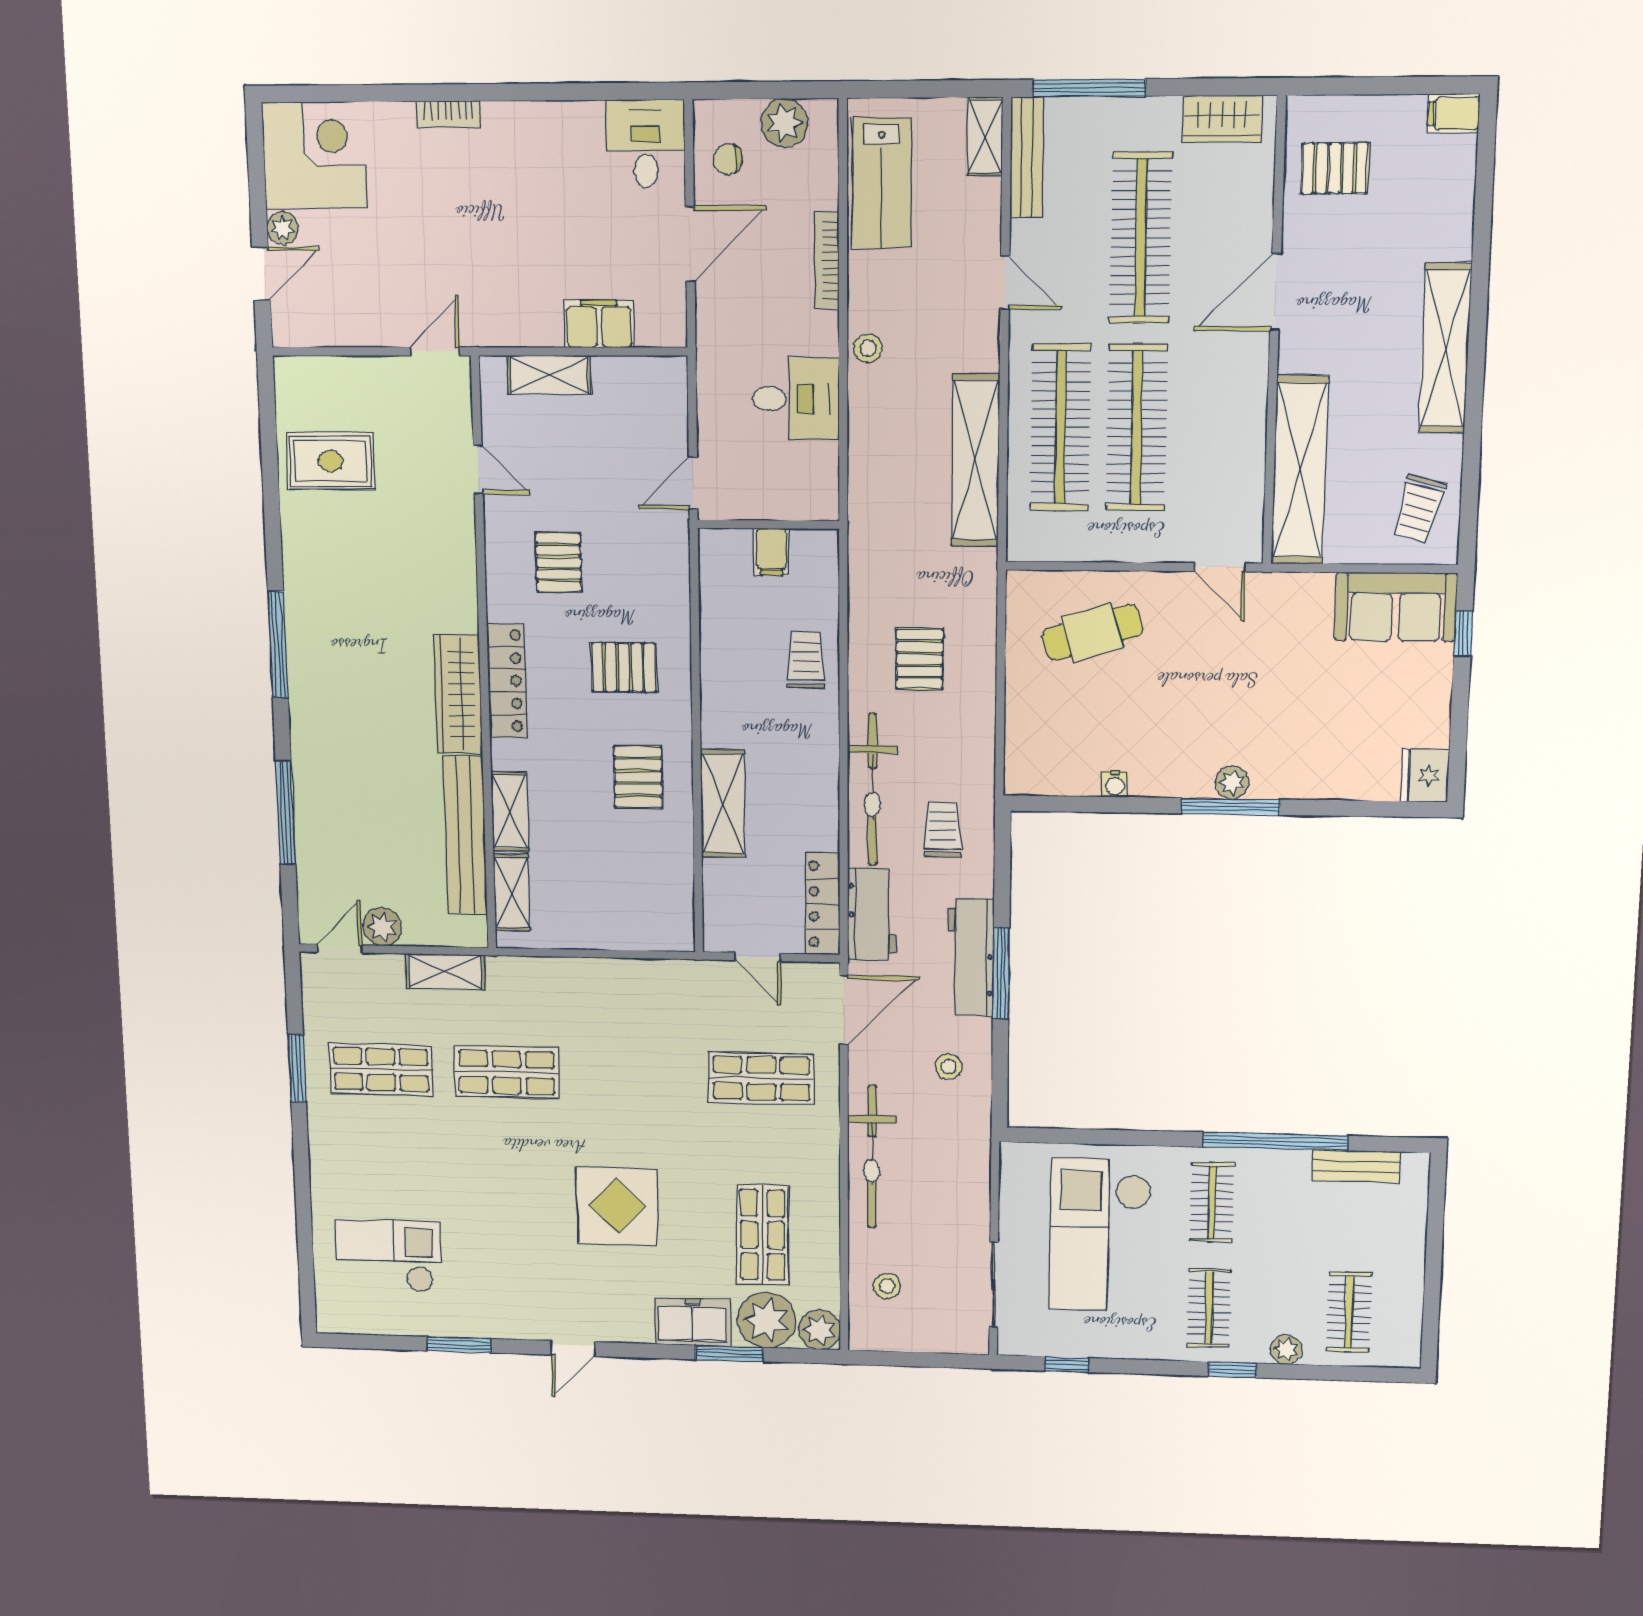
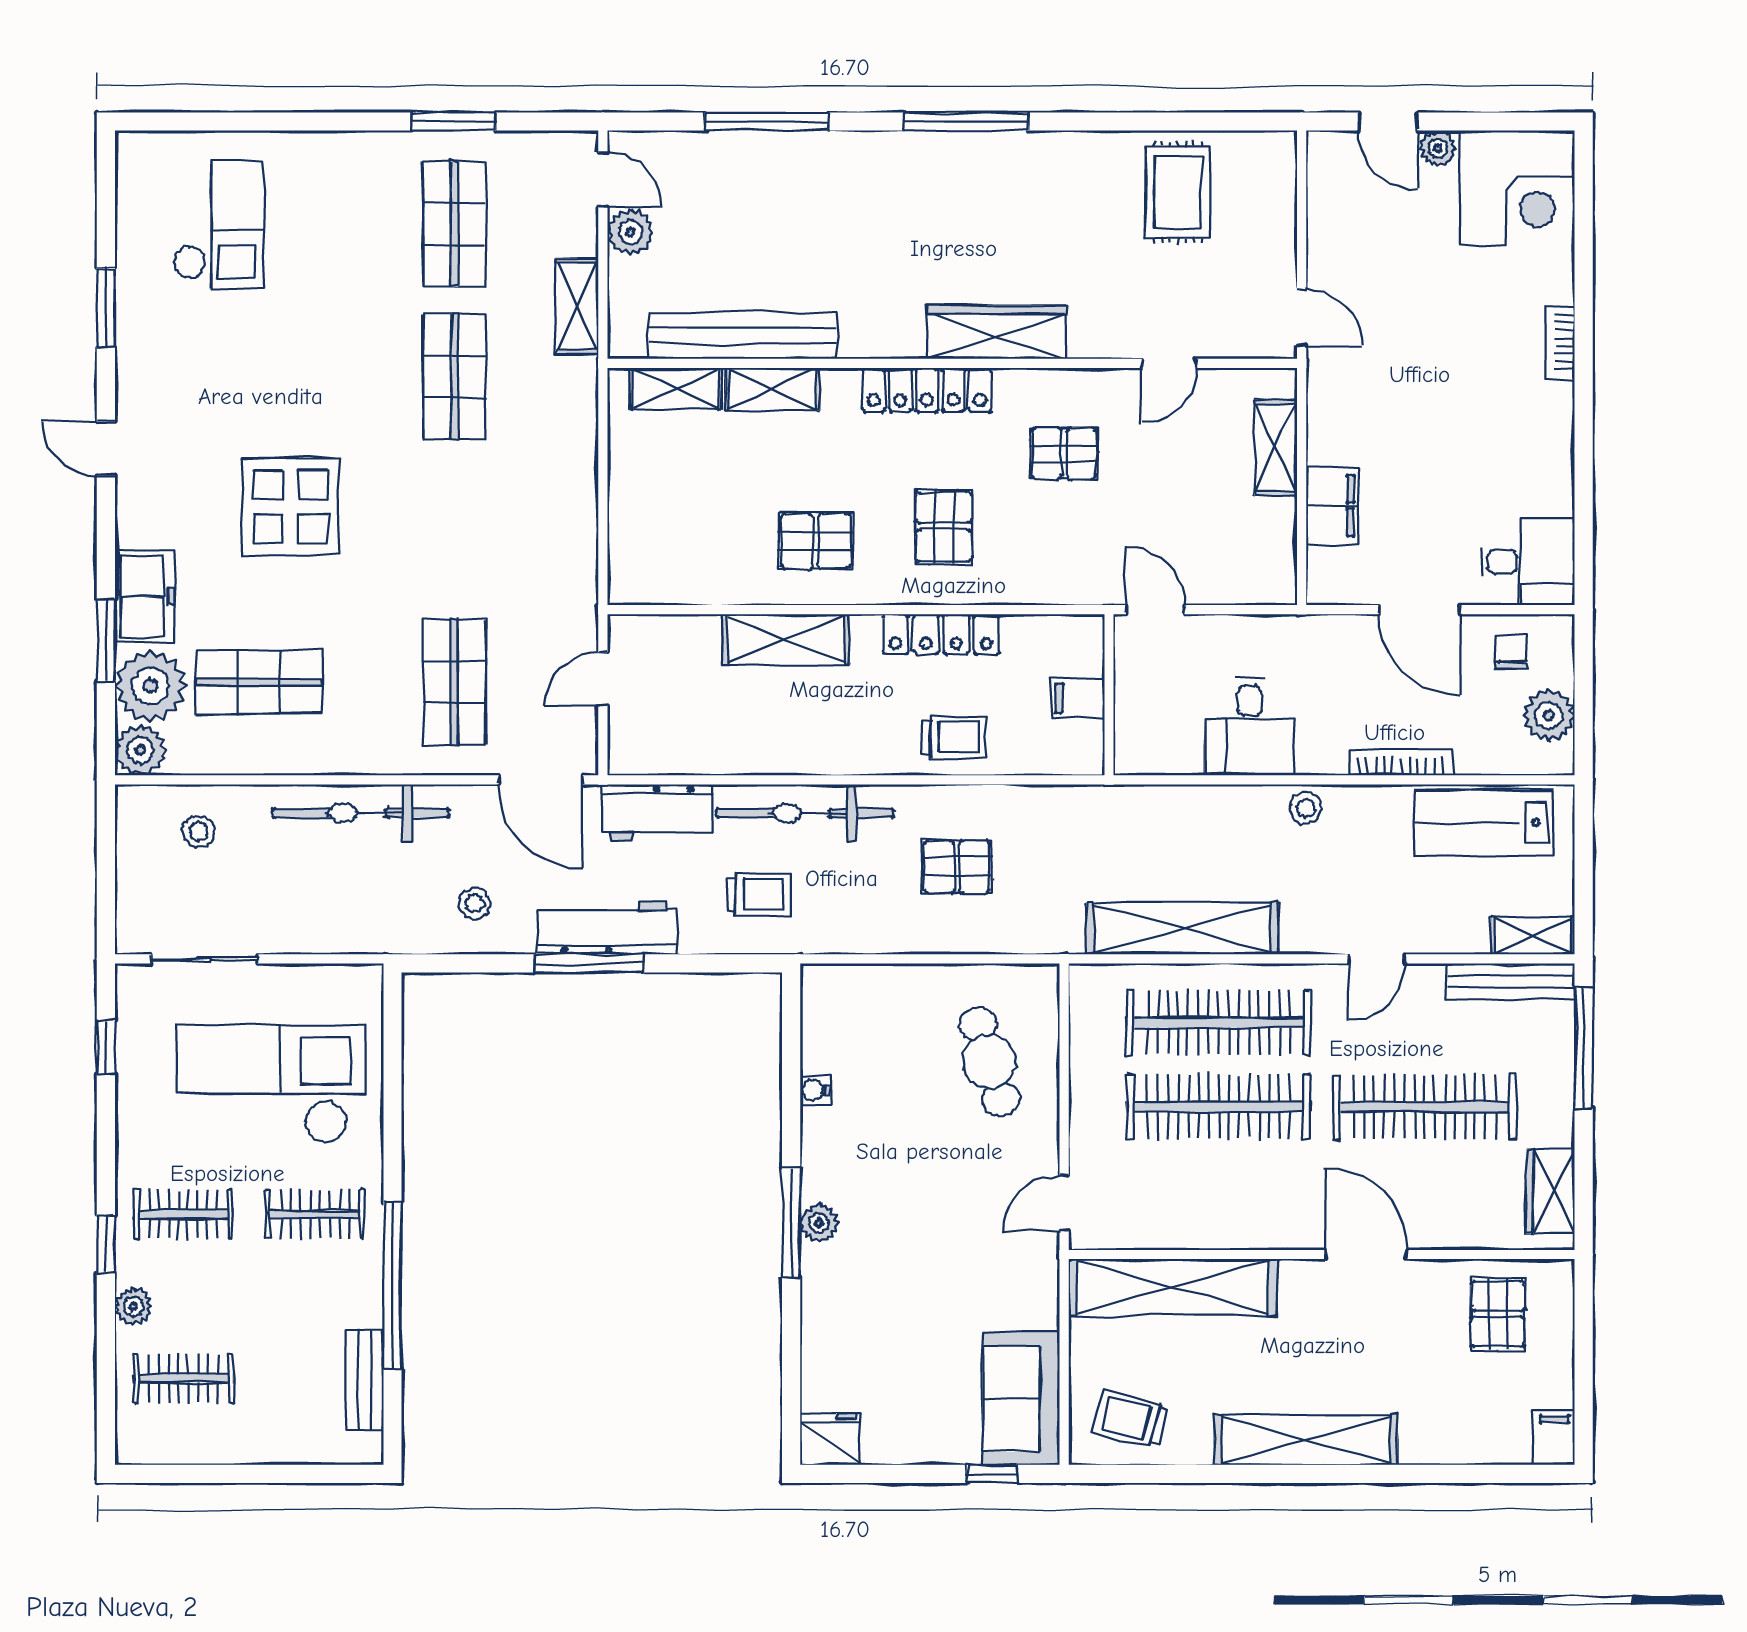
wardrobe: (458, 694) -> (997, 332), moved
locker: (823, 904) -> (941, 634), moved, turned 180

